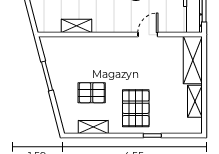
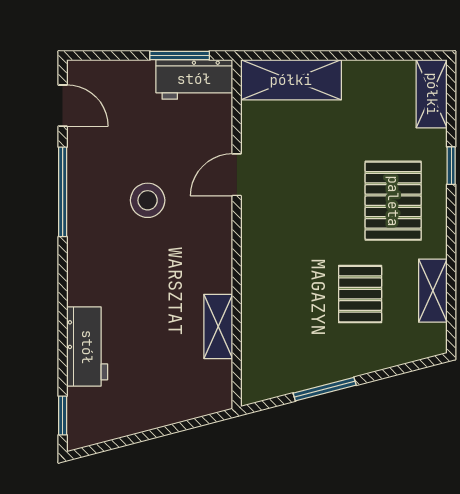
door: (148, 35) -> (237, 175), hinge flipped
shelving: (195, 101) -> (432, 94), moved, turned 90
pallet: (136, 108) -> (393, 201), turned 90

